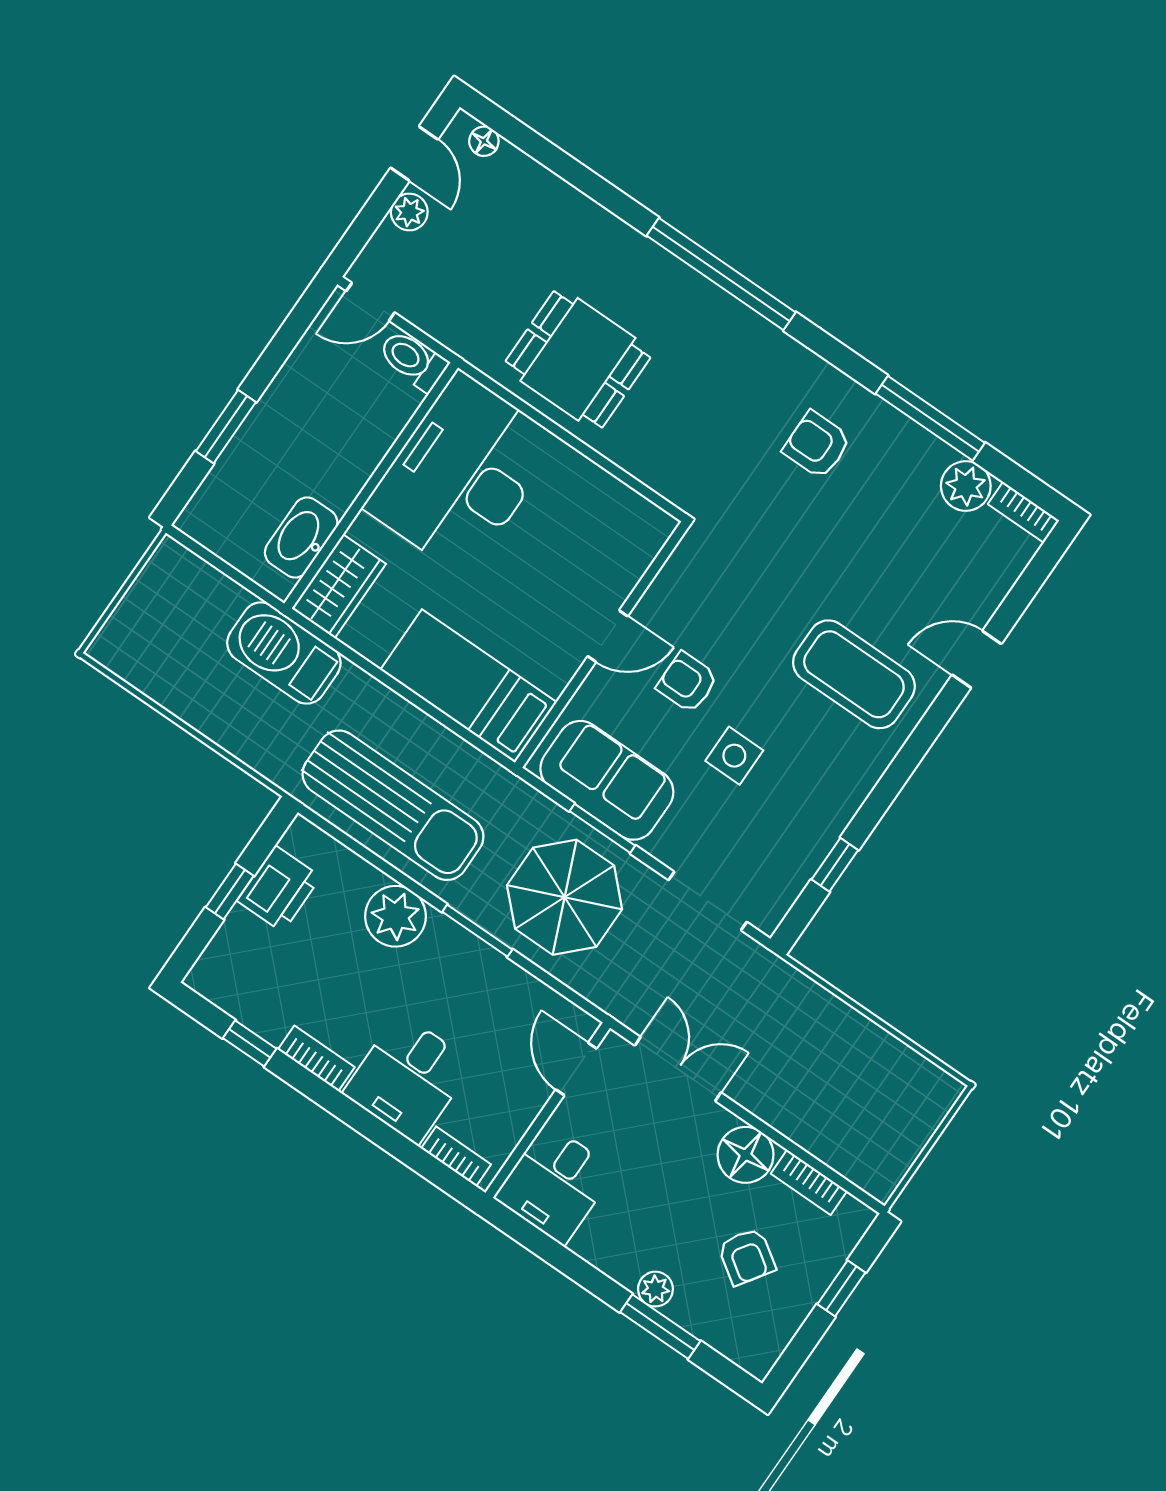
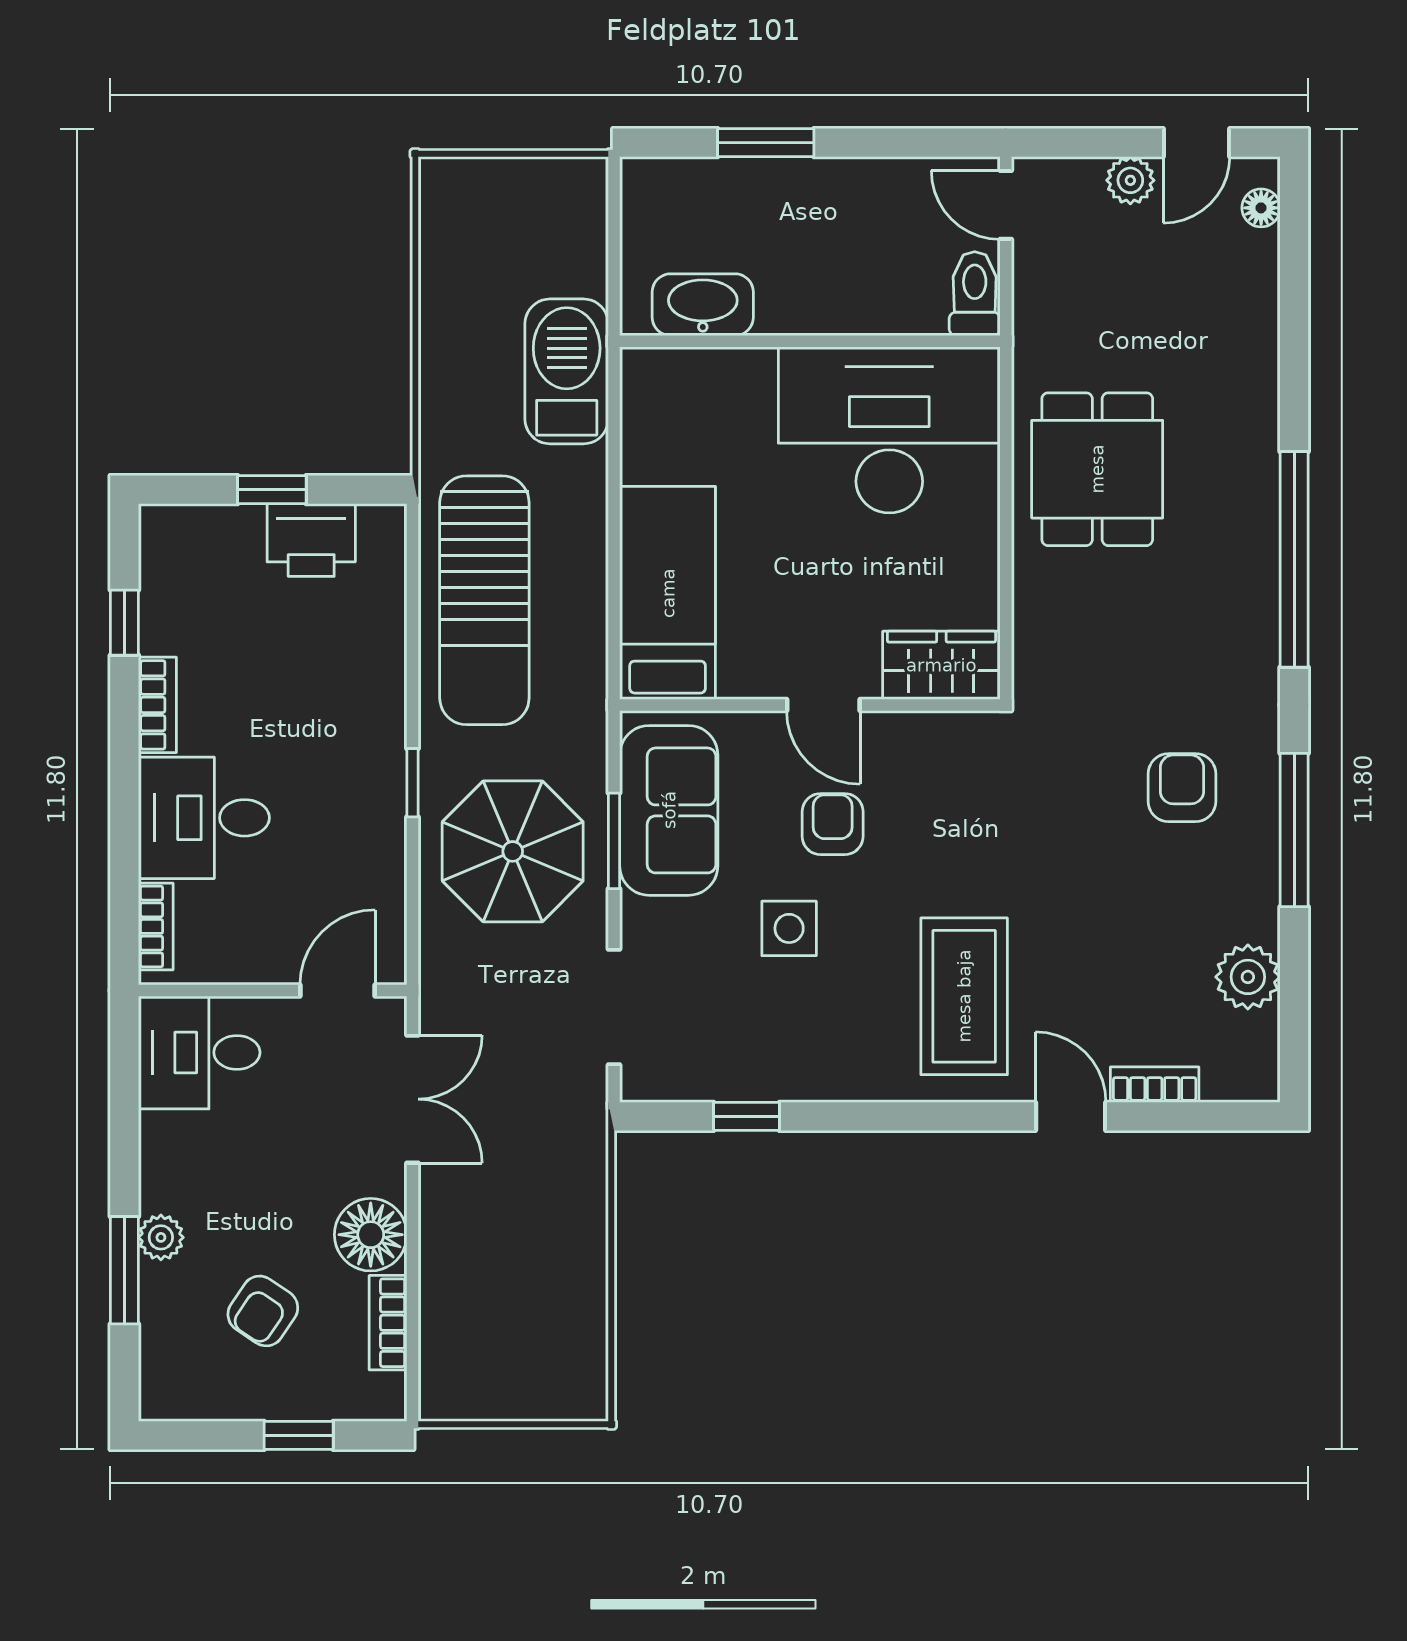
window: (930, 418) -> (1294, 830), moved
bookcase: (1024, 512) -> (1155, 1085), moved, turned 90
wardrobe: (339, 586) -> (941, 665), moved, turned 180
plant: (395, 916) -> (368, 685), removed
window: (477, 931) -> (413, 783), width x0.67

